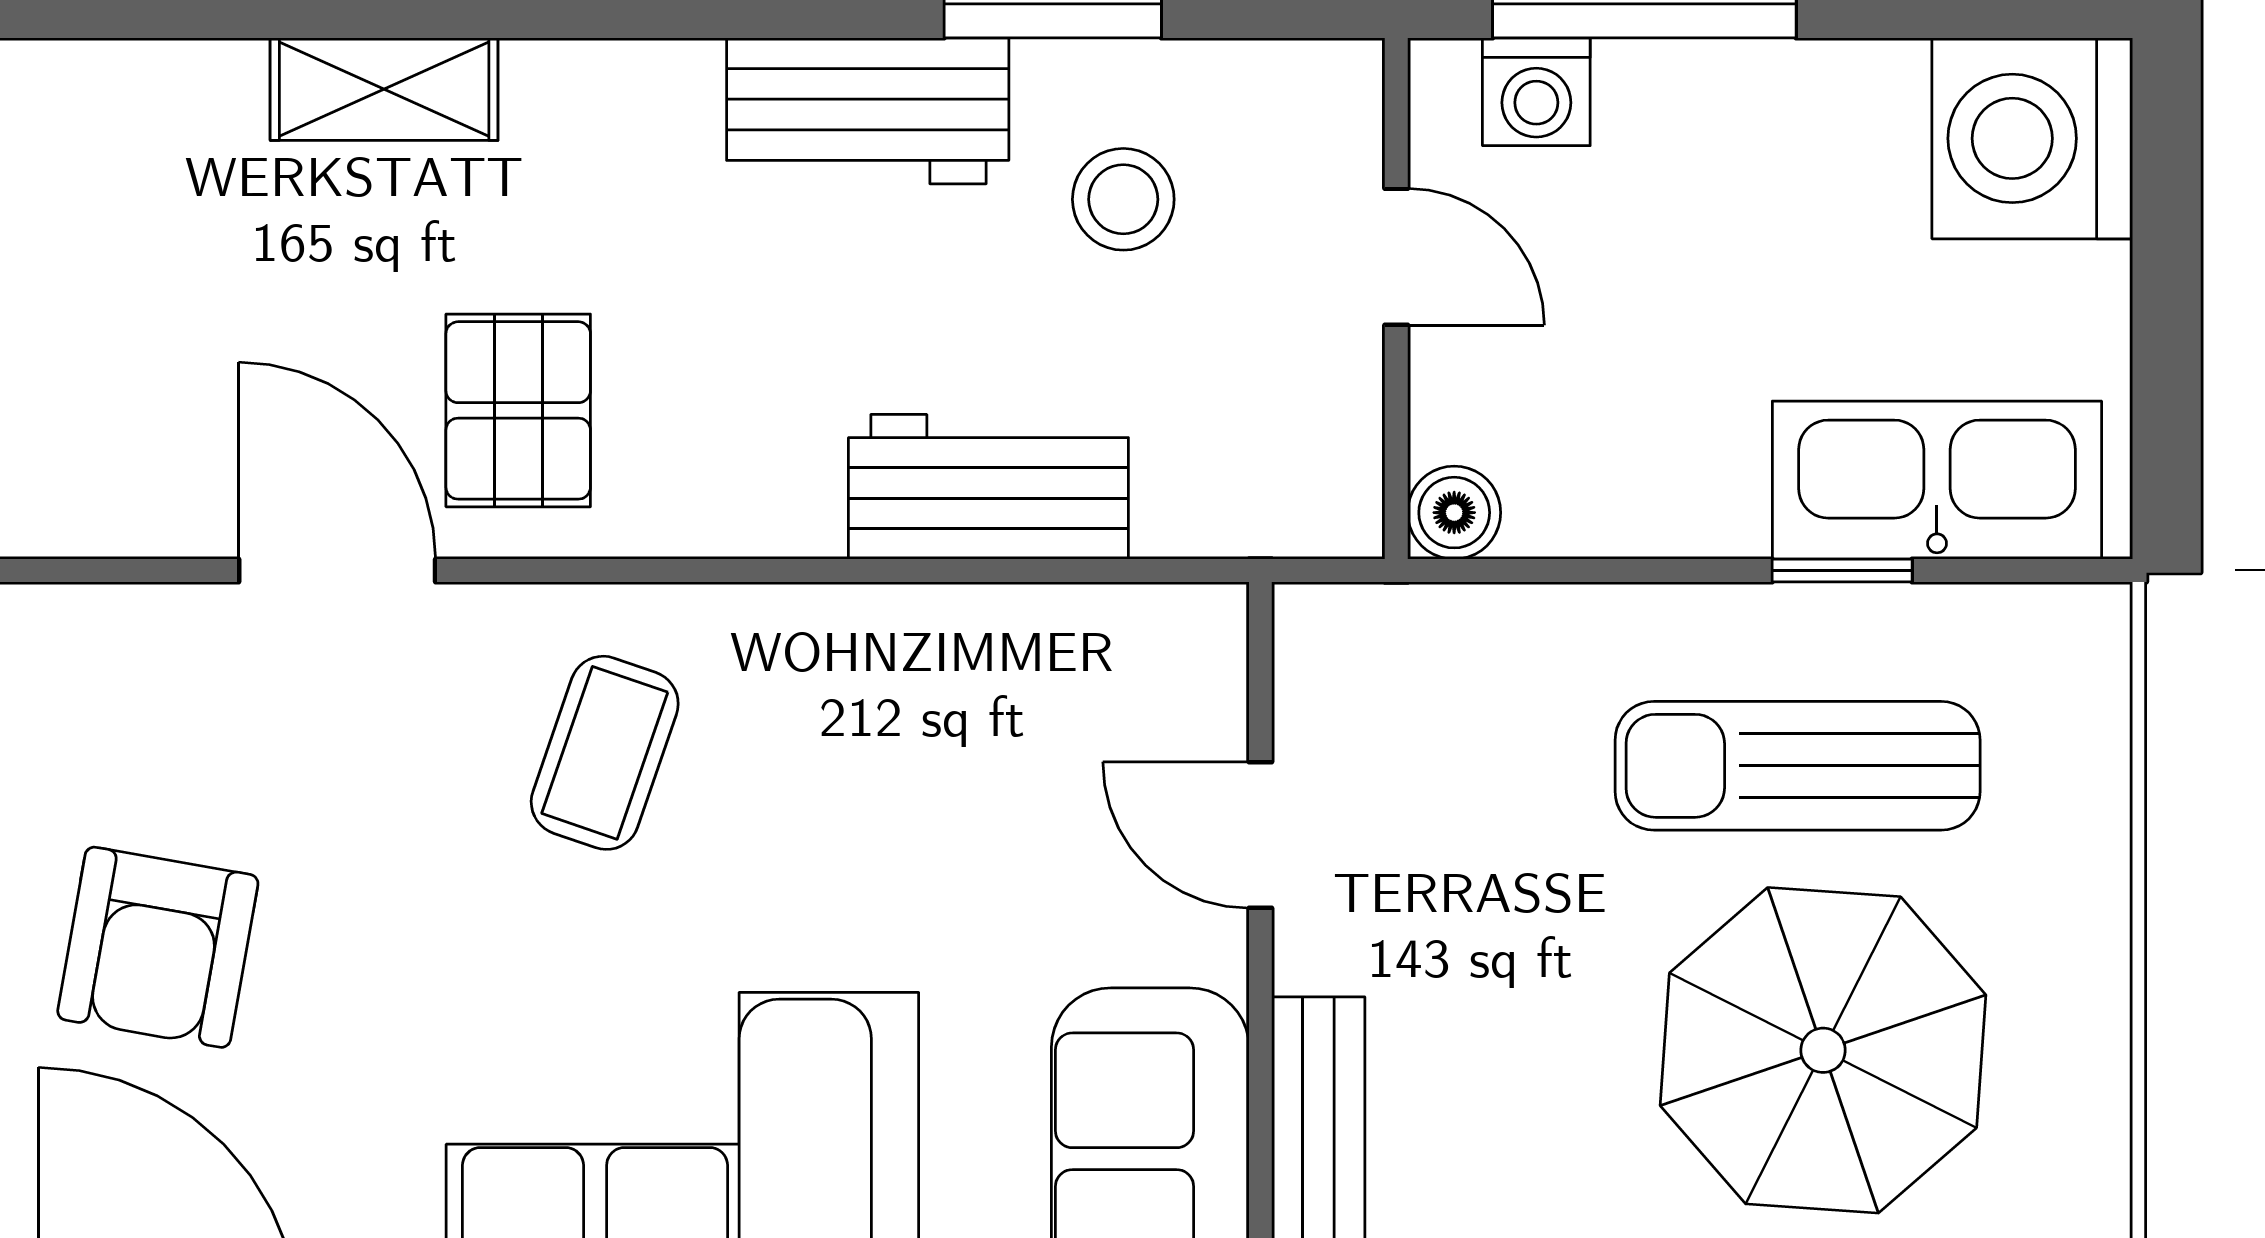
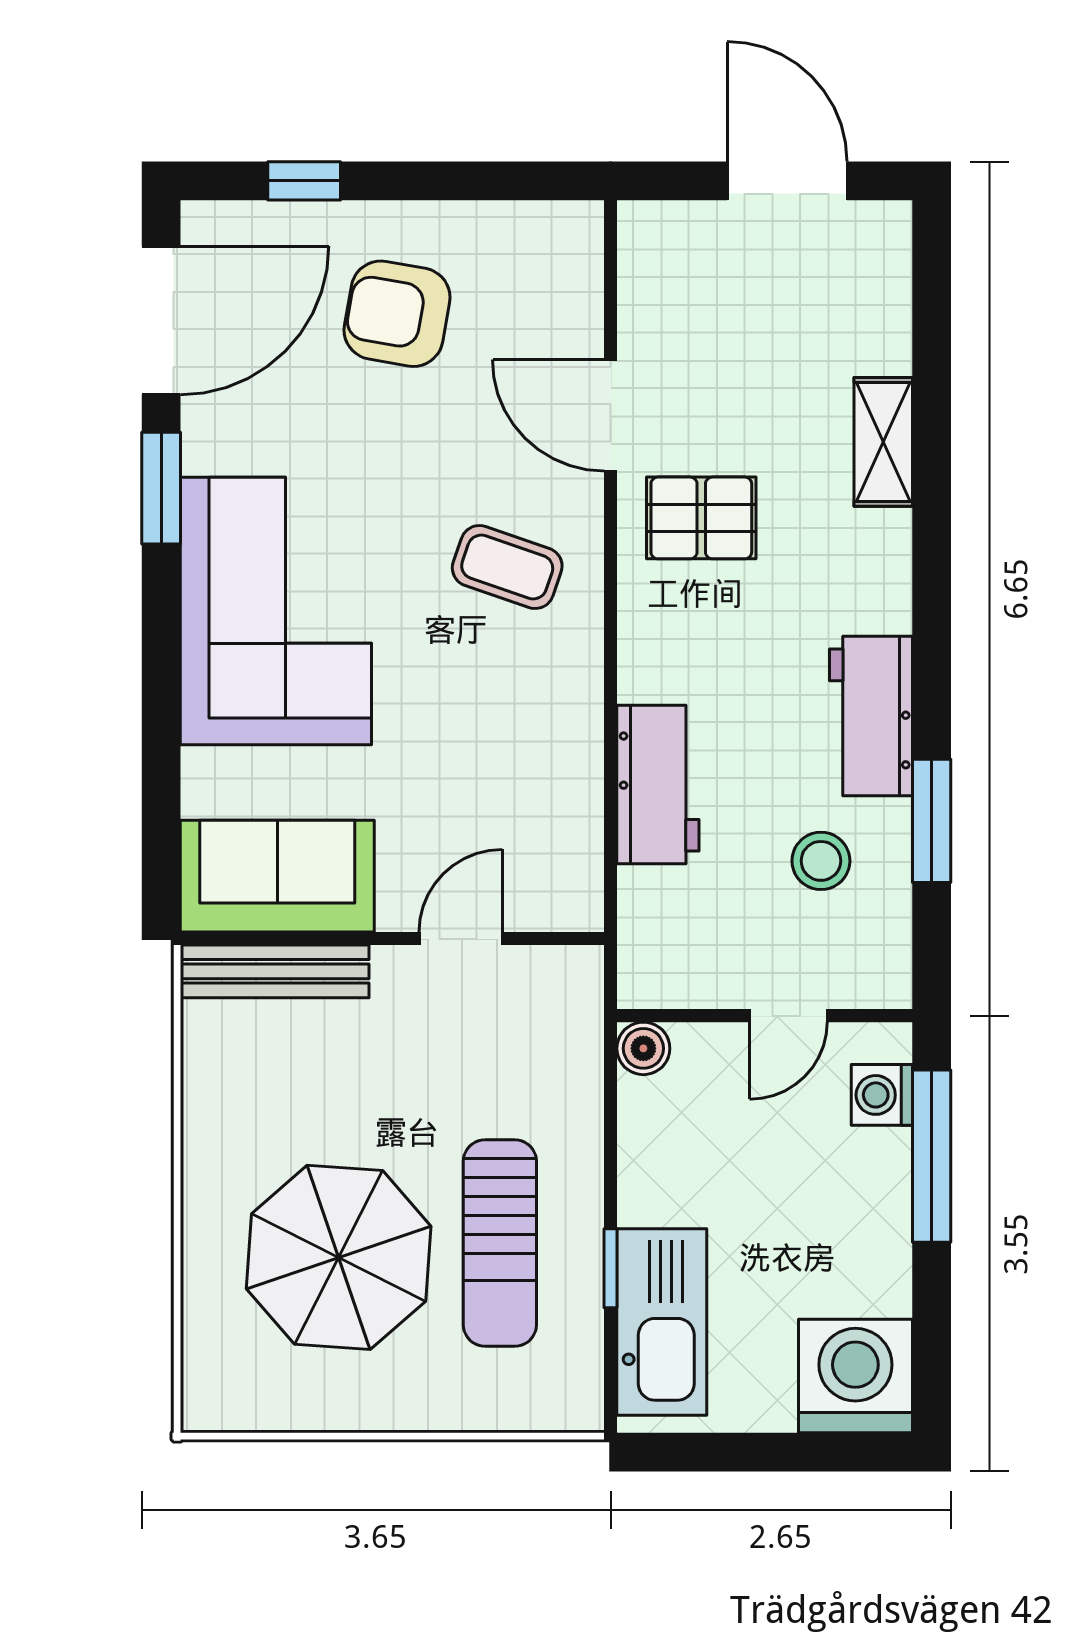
door: (337, 570) -> (611, 415), swing flipped
sun lounger: (1798, 766) -> (500, 1243), turned 180

